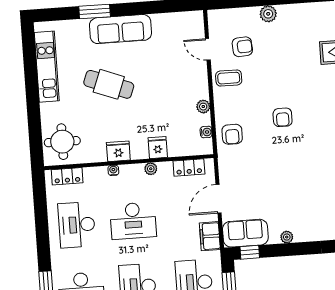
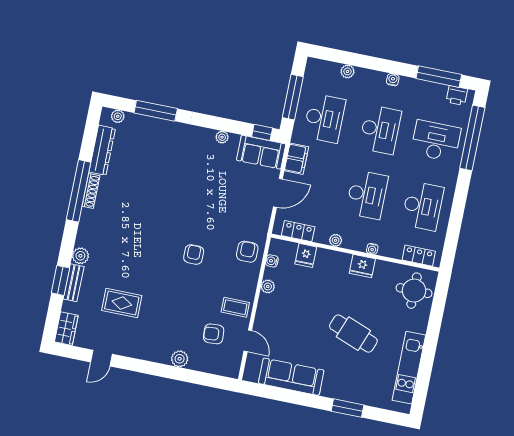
sofa: (120, 29) -> (291, 377), moved
fridge: (158, 148) -> (306, 255), moved
desk: (133, 221) -> (367, 195), turned 90

